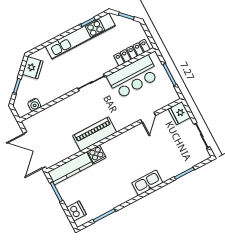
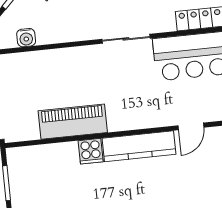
piano: (95, 134) -> (73, 122), moved
kitchen counter: (70, 168) -> (139, 146), moved

